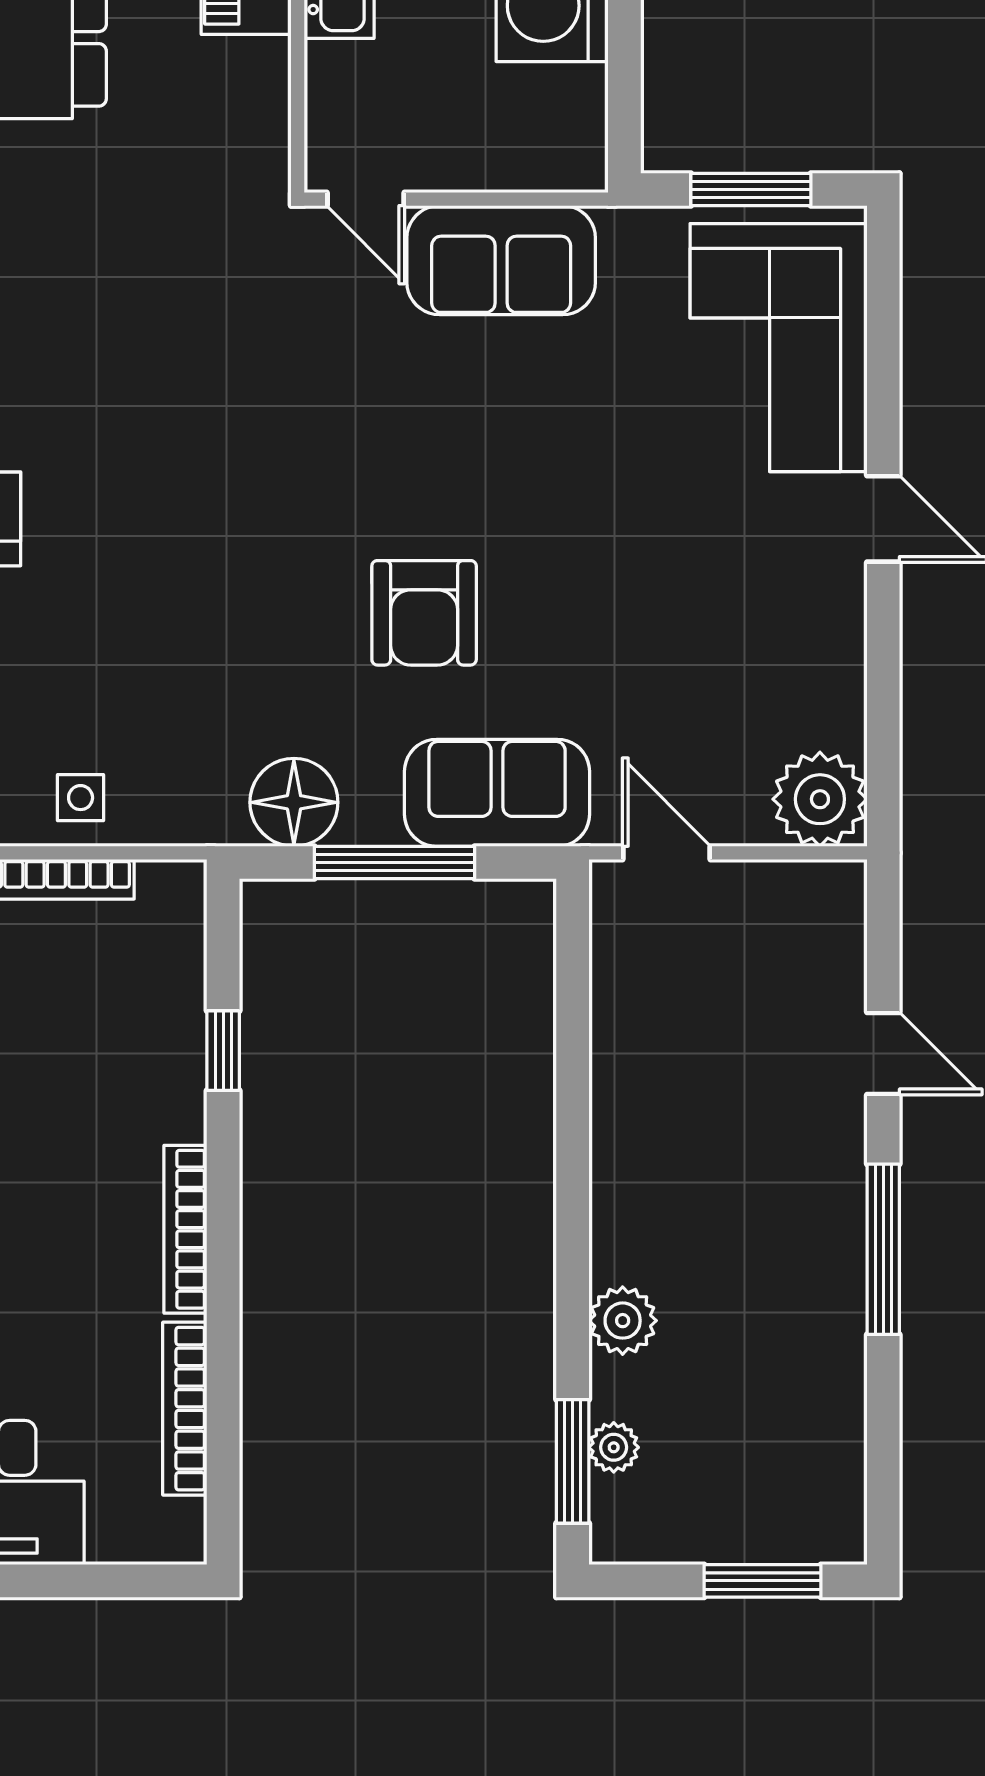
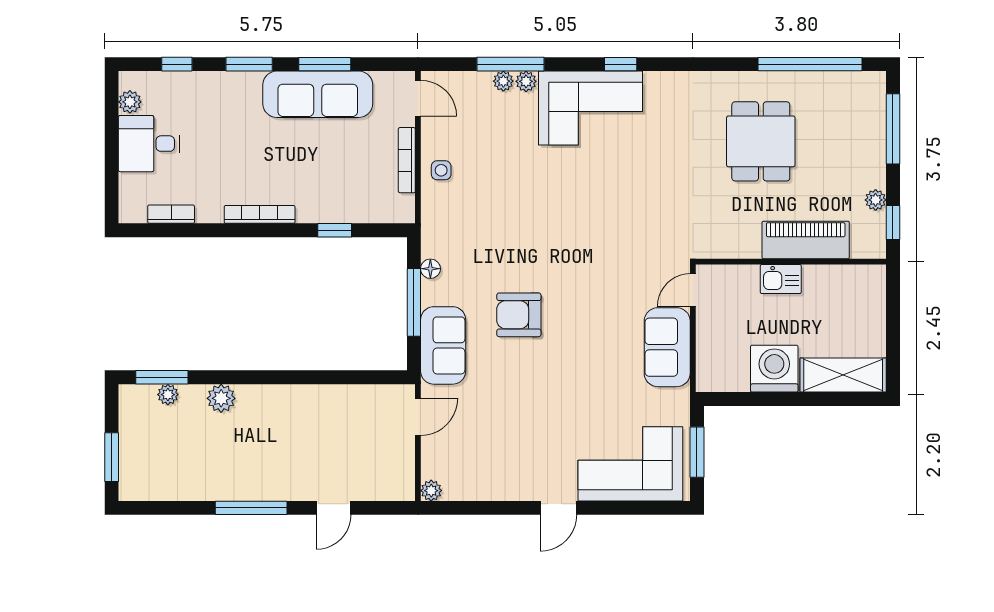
plant: (820, 799) -> (431, 491), width x0.53, depth x0.53
floor lamp: (294, 802) -> (430, 269), width x0.53, depth x0.53
bookcase: (185, 1409) -> (171, 214), width x0.64

